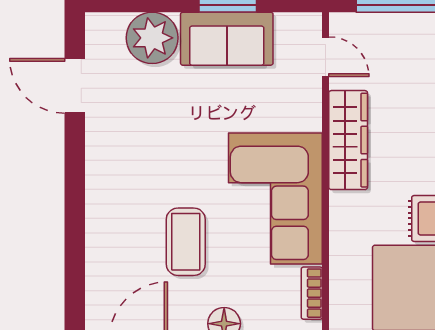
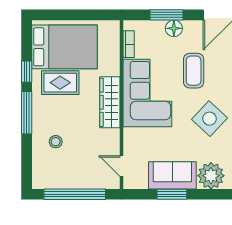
wardrobe: (348, 140) -> (110, 102), moved
side table: (155, 149) -> (210, 119), added

